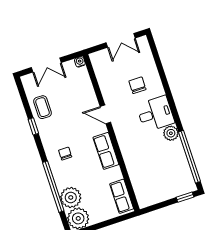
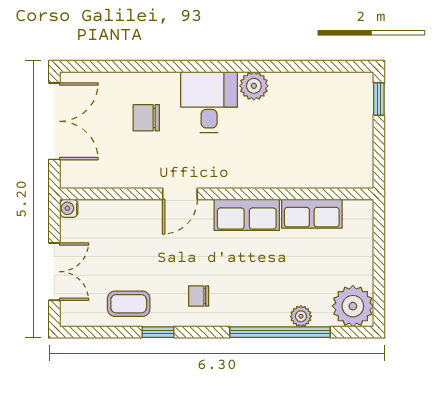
double door: (121, 40) -> (54, 121), width x1.37
chair: (65, 154) -> (199, 296), moved
window: (190, 157) -> (308, 66), removed
row of seats: (122, 196) -> (312, 214), moved
plant: (71, 197) -> (301, 316), width x0.53, depth x0.53

